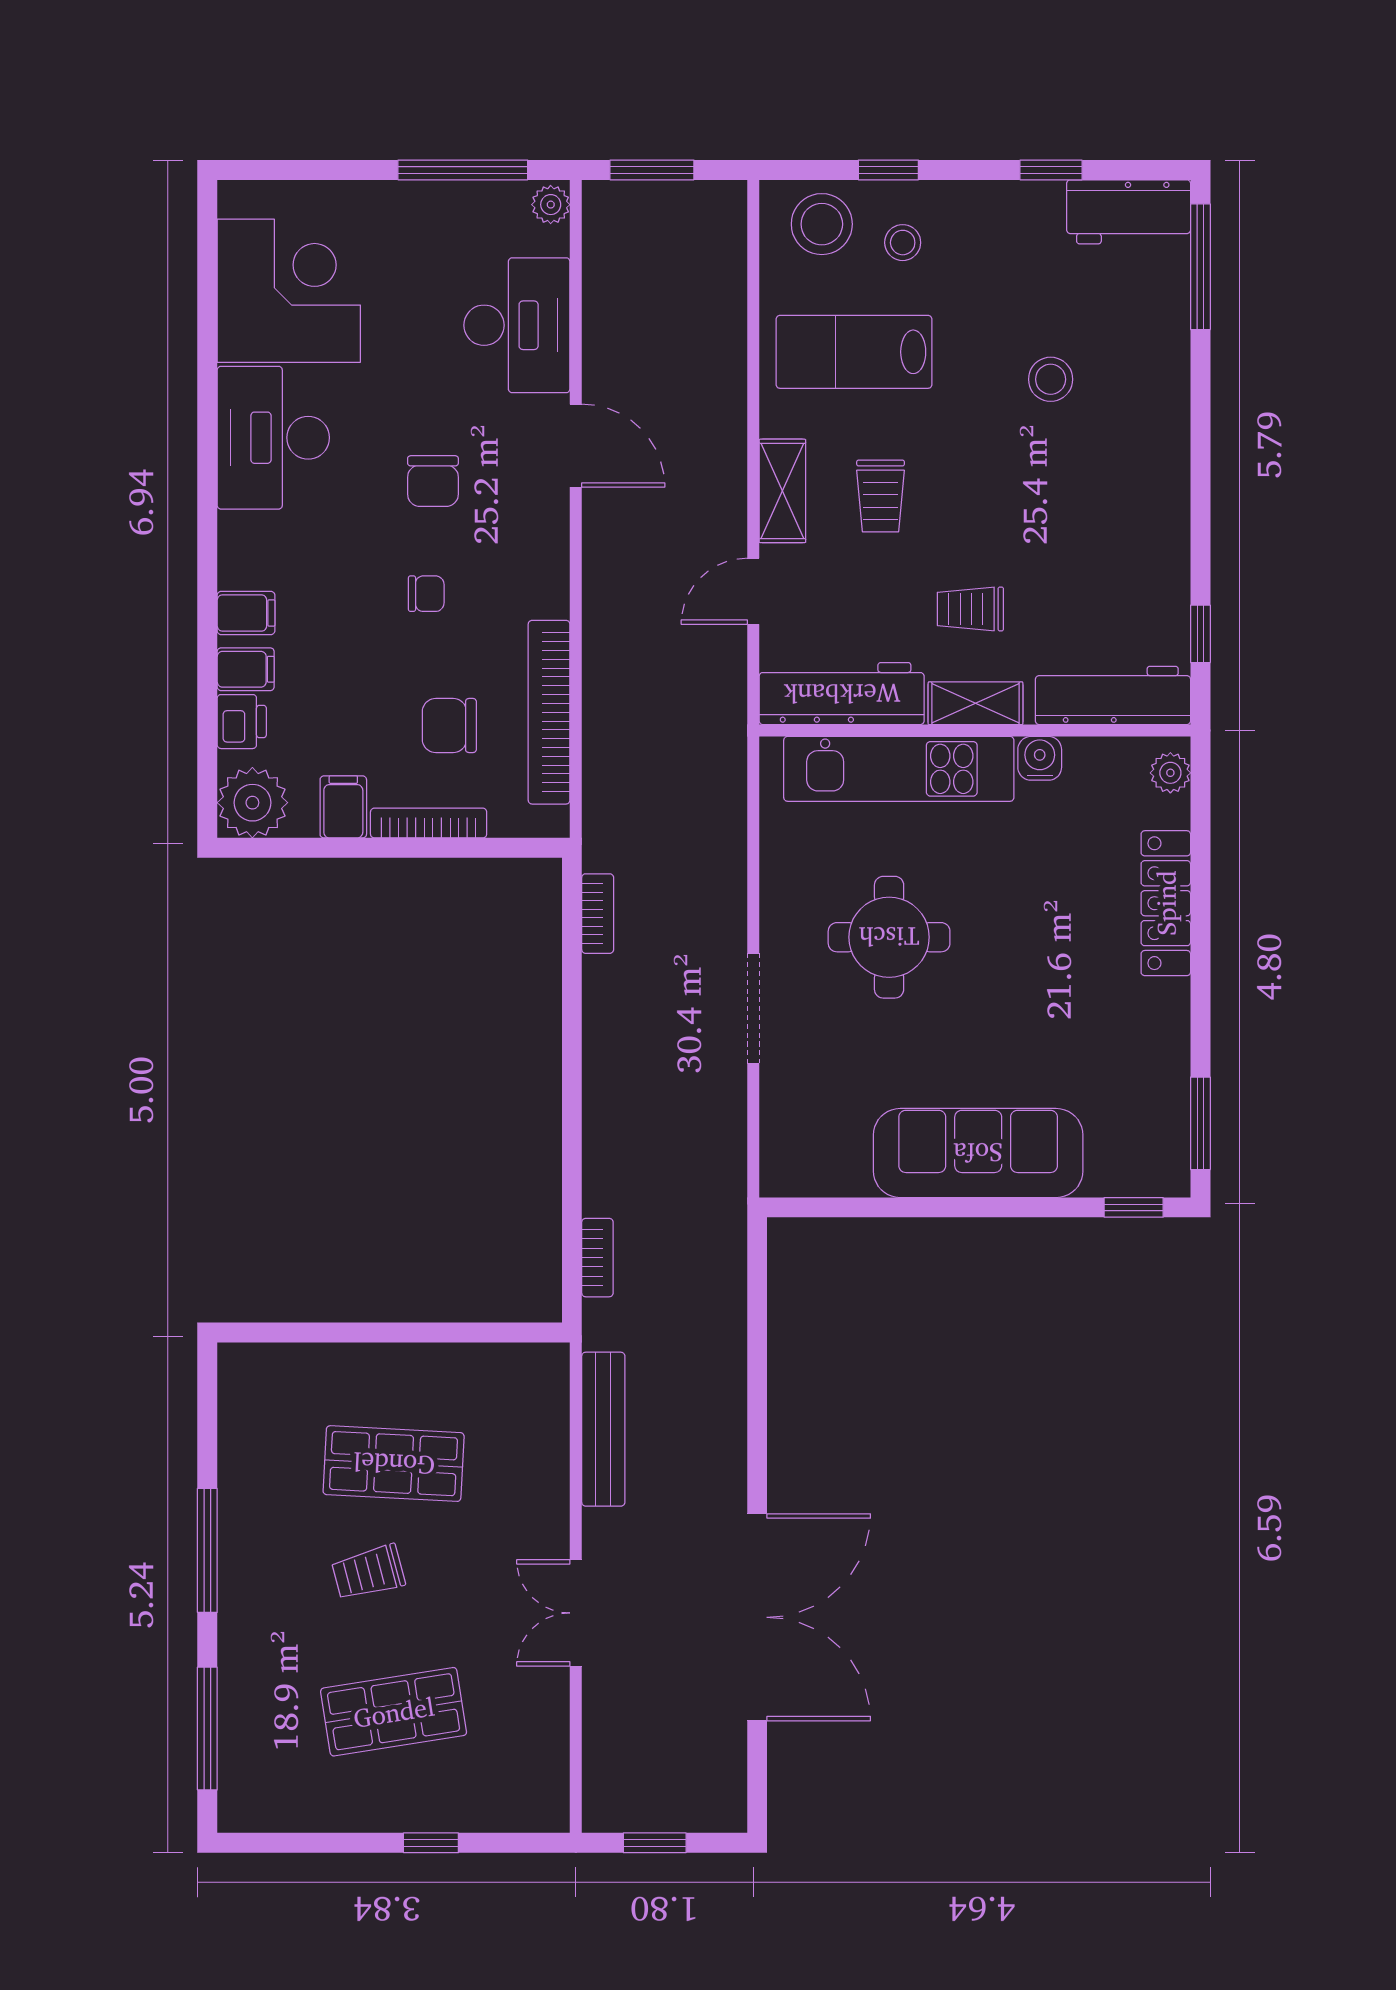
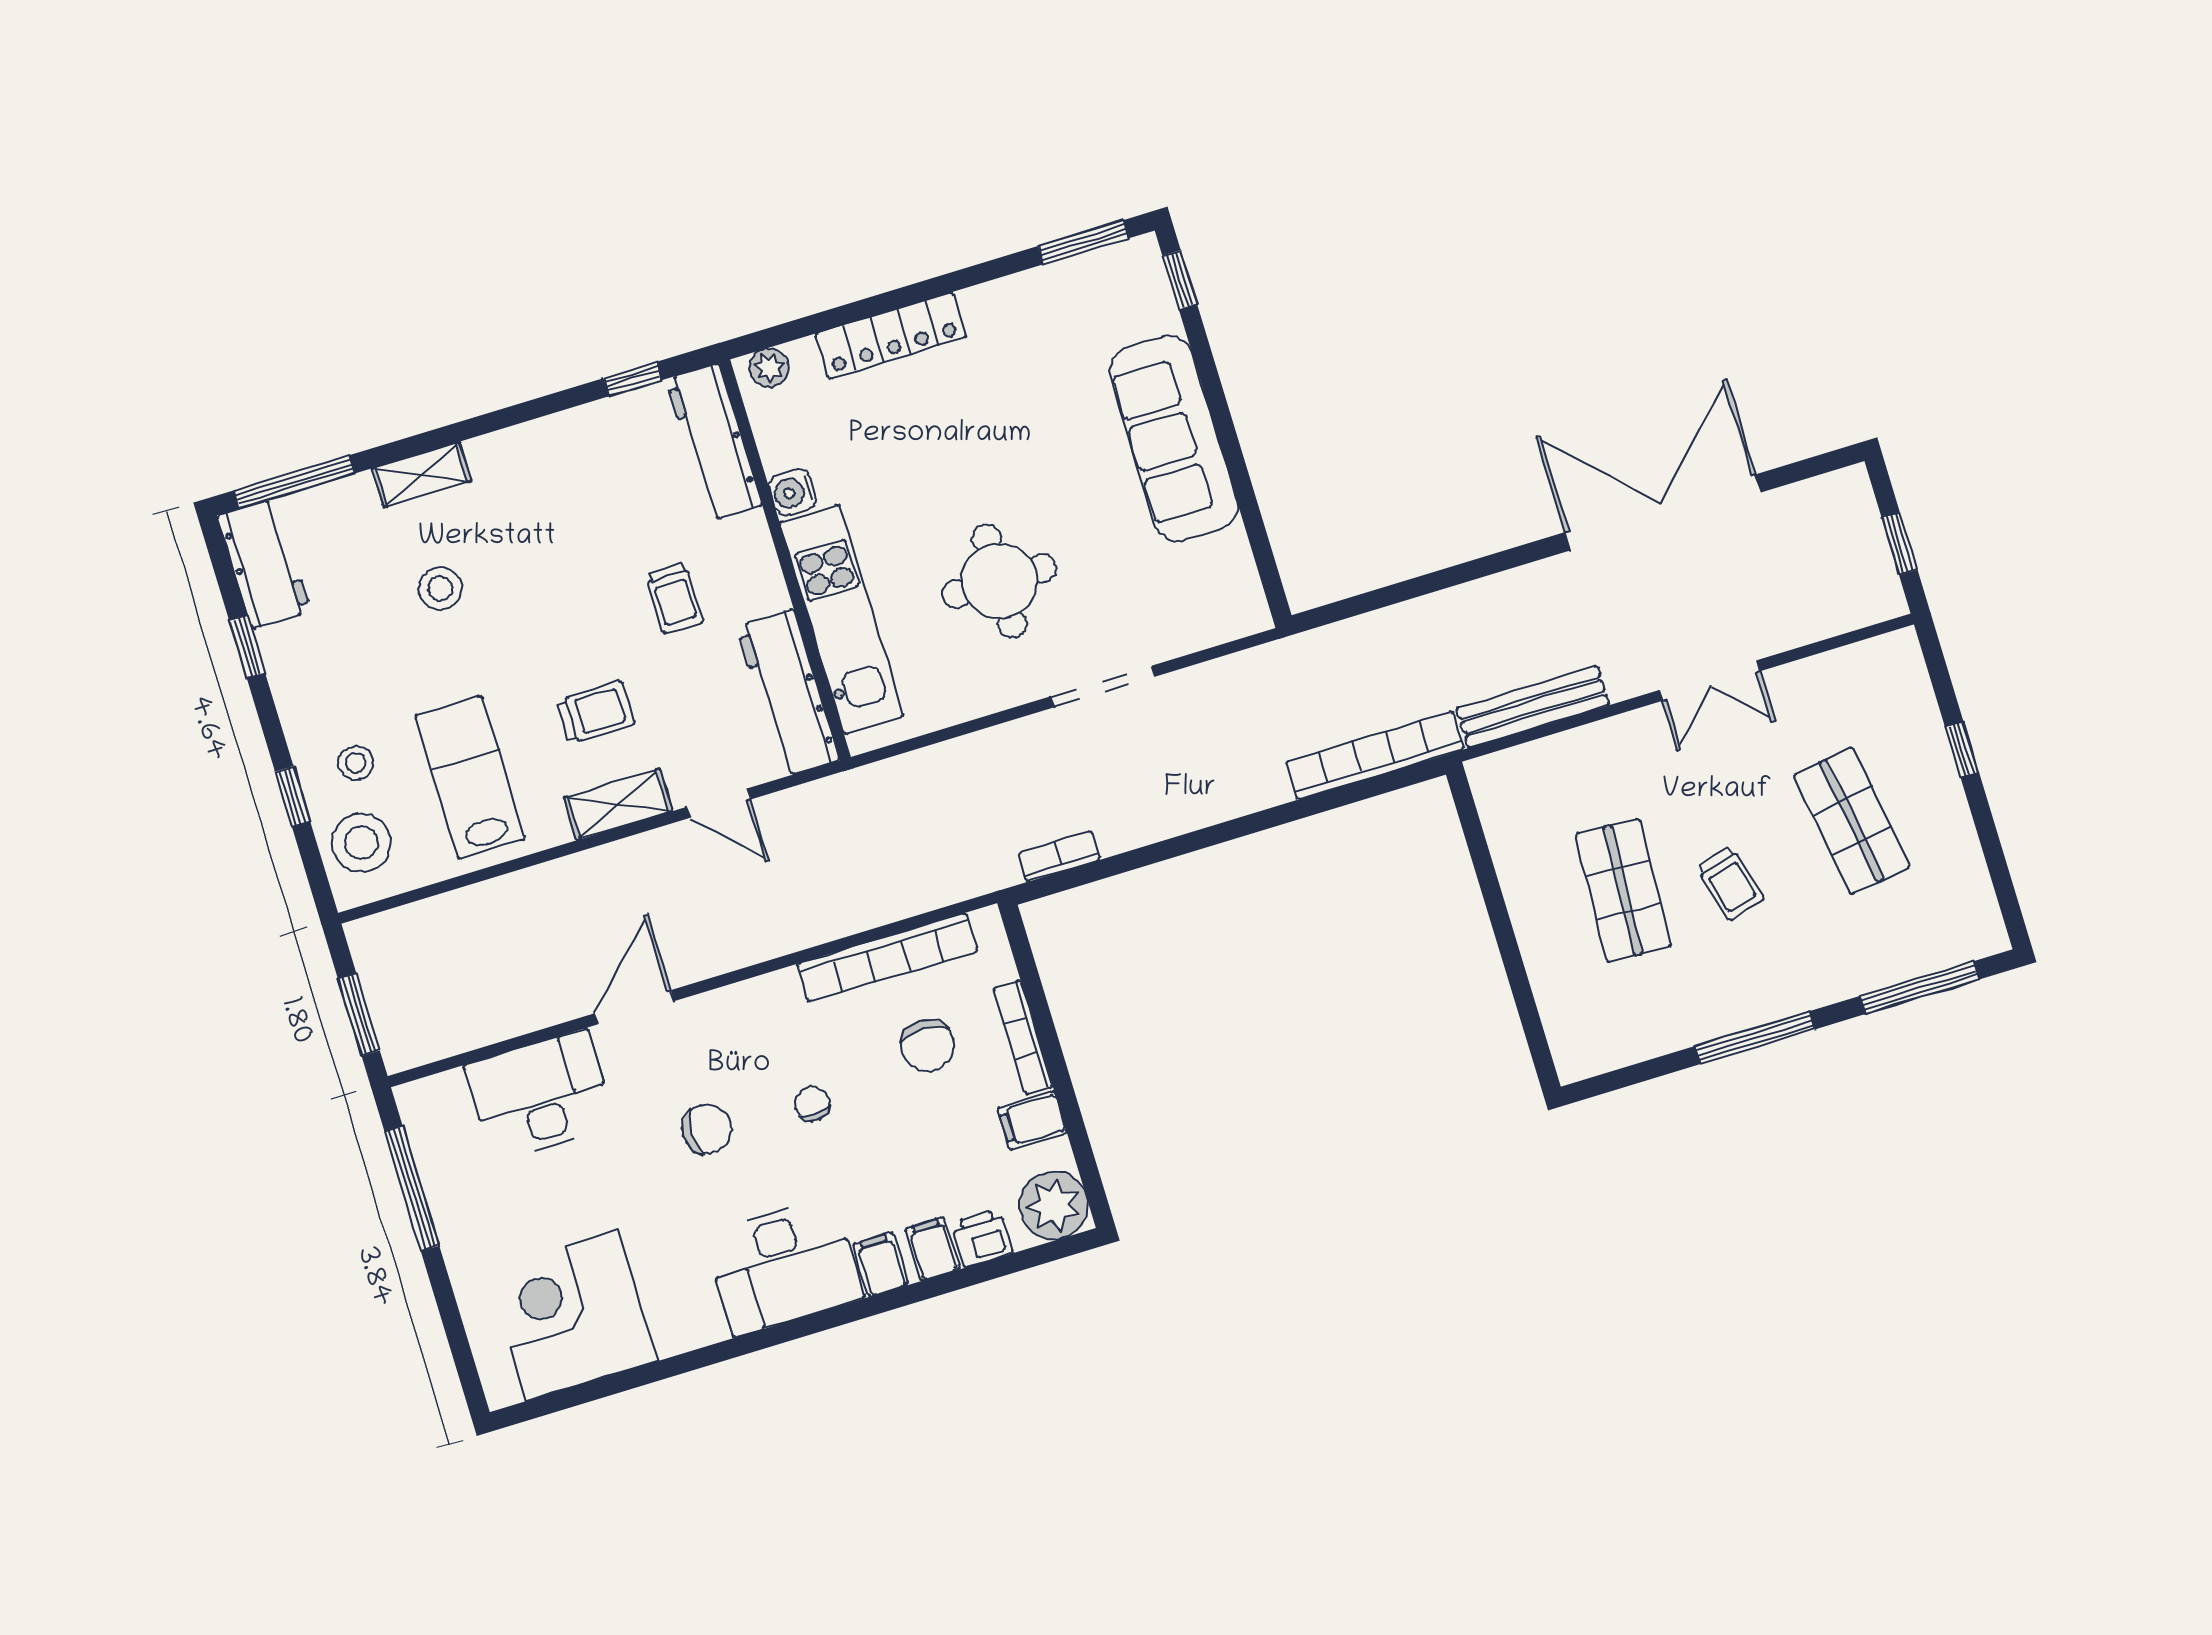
plant: (551, 205) -> (419, 1098), removed
lab bench: (854, 352) -> (470, 777), turned 180
desk: (273, 438) -> (784, 1266), moved
shelving: (975, 703) -> (421, 475), moved, turned 90
bookcase: (597, 1258) -> (1375, 756), width x2.31, depth x1.31

